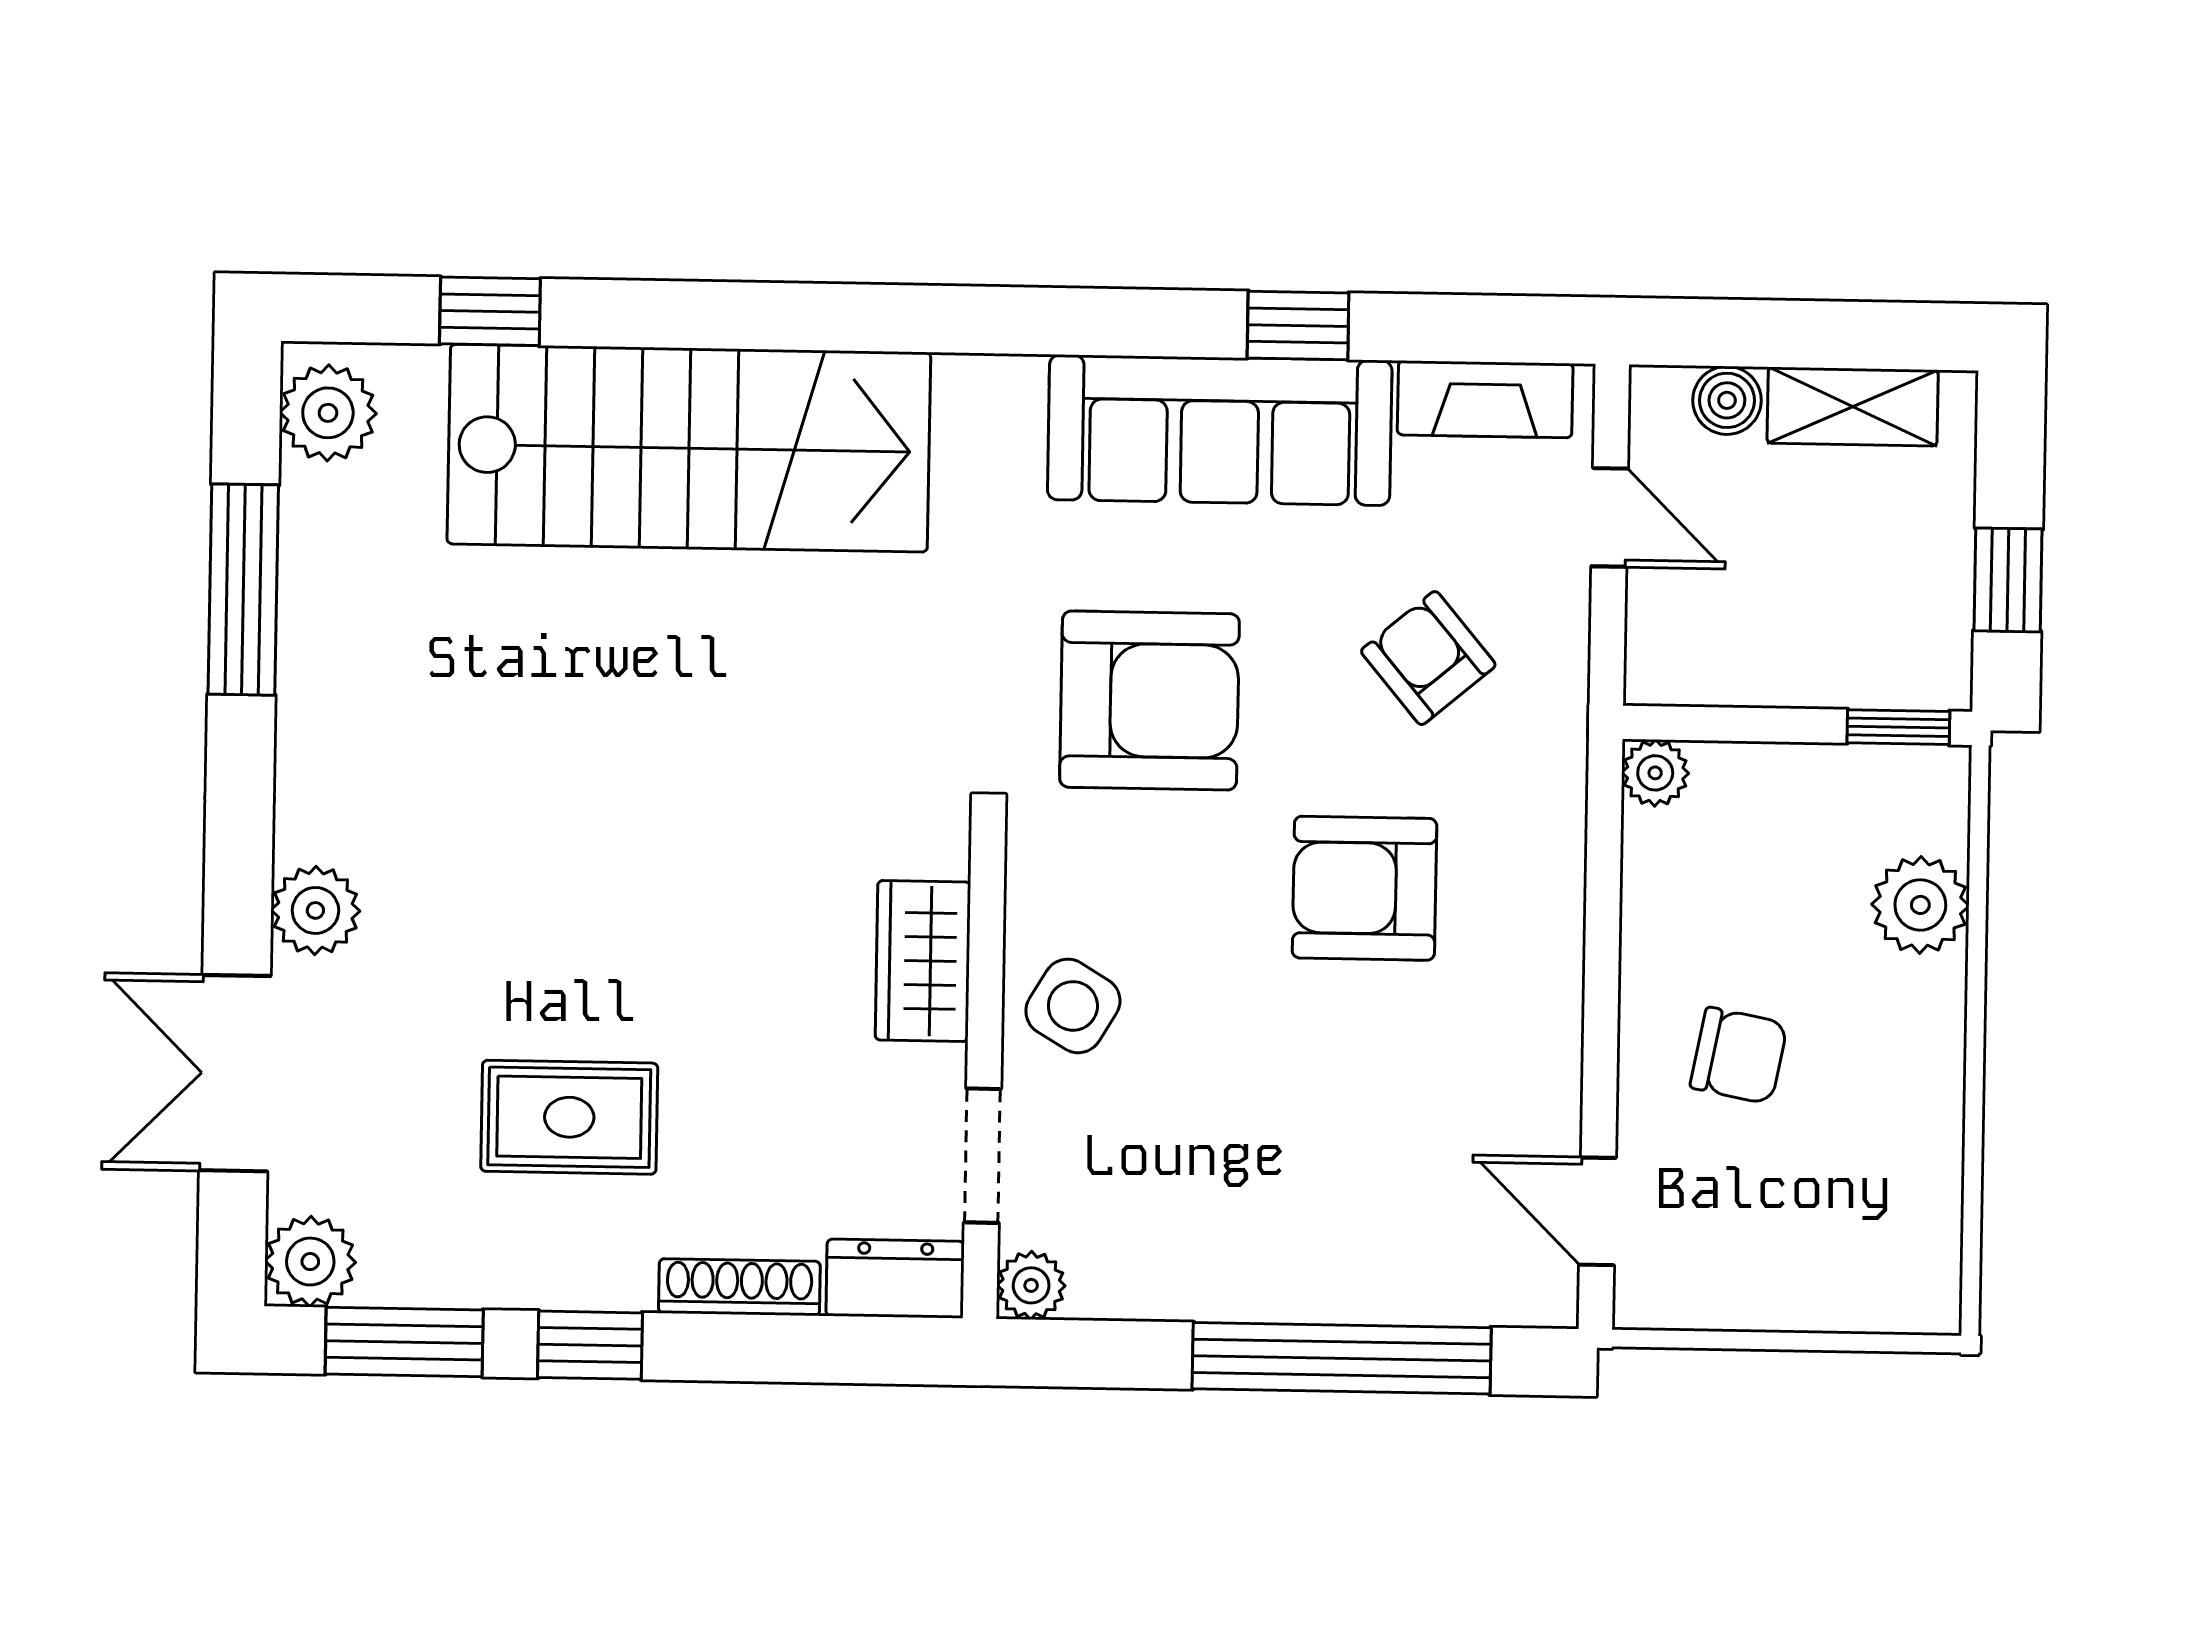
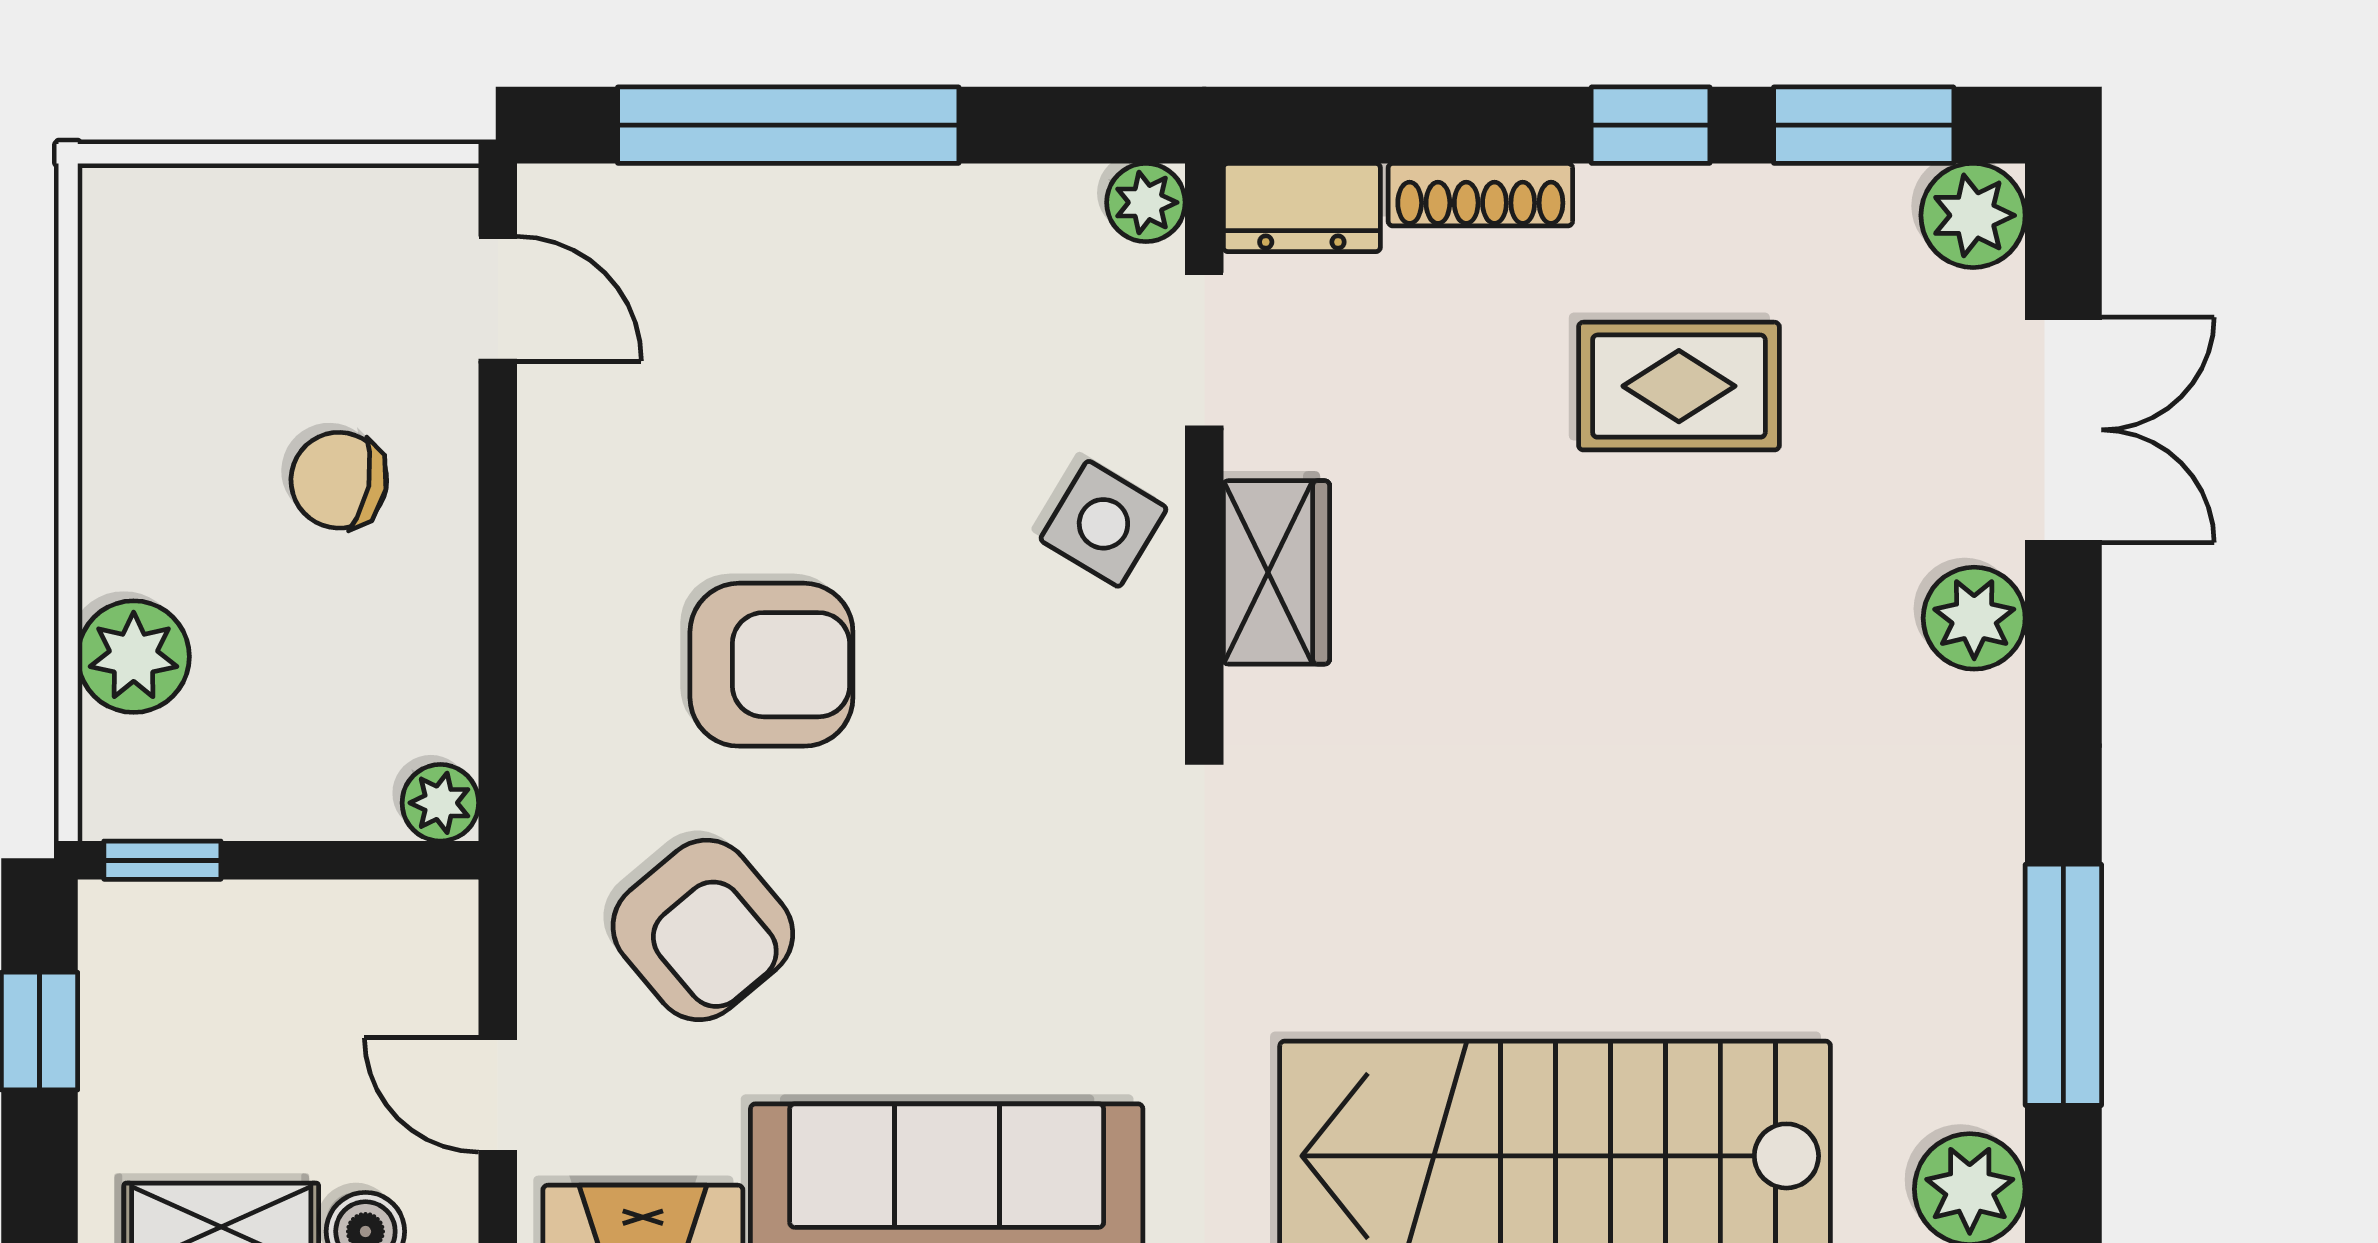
armchair: (1428, 658) -> (703, 930), width x1.38, depth x1.38
armchair: (1149, 700) -> (1022, 876), removed

